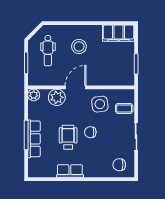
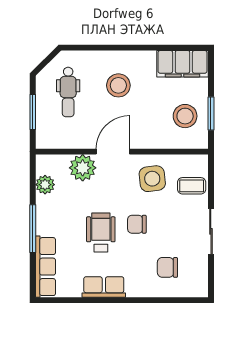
stool: (120, 65) -> (185, 116), added
plant: (34, 95) -> (45, 185), moved
row of seats: (34, 139) -> (45, 267), moved
chair: (119, 165) -> (167, 267), moved

